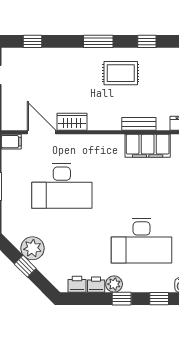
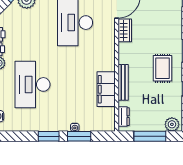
bench: (139, 124) -> (123, 82), width x1.36

